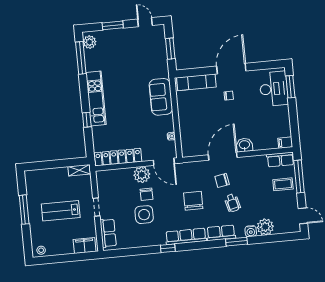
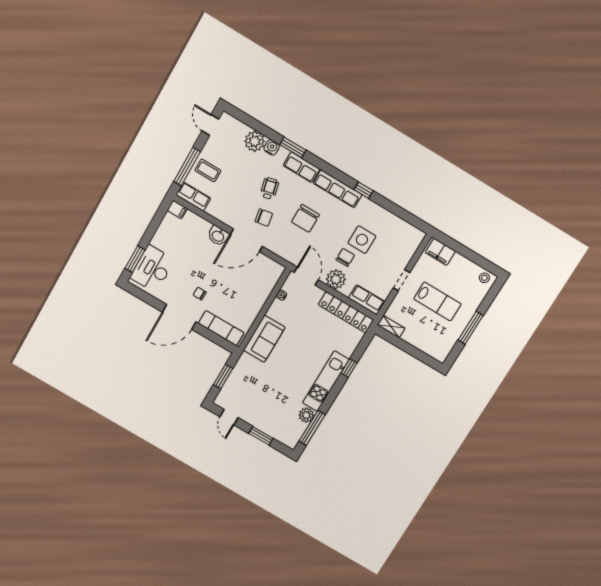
plant: (90, 42) -> (306, 415), moved
row of seats: (108, 233) -> (367, 300), moved, turned 90

